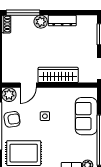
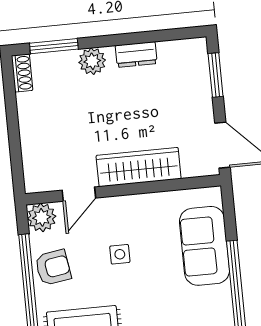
window: (23, 13) -> (54, 46), width x0.69
dresser: (62, 21) -> (136, 55), width x0.70

